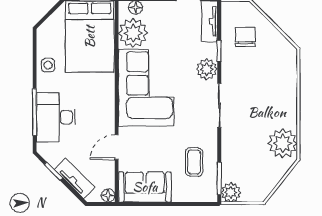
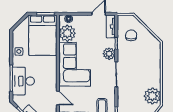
door: (117, 147) -> (58, 98), swing flipped

